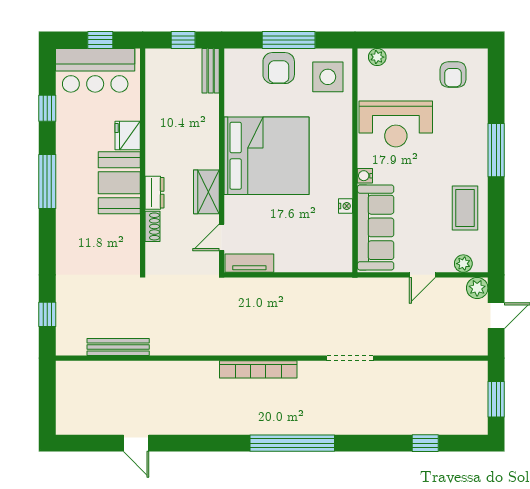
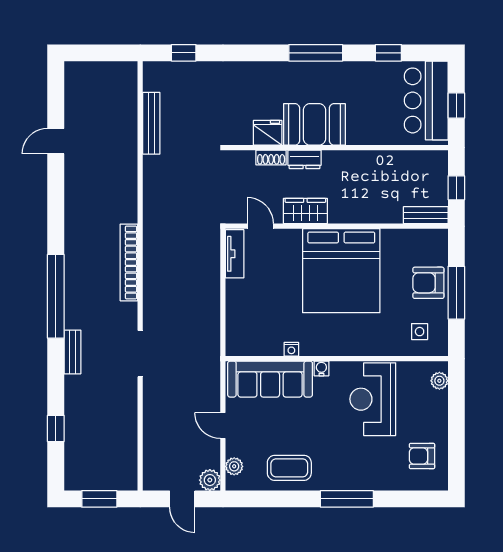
side table: (328, 77) -> (420, 332), width x0.54, depth x0.54
fridge: (128, 136) -> (268, 133), moved
bench: (348, 426) -> (72, 352), added

